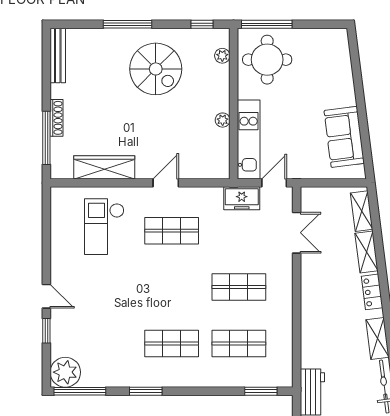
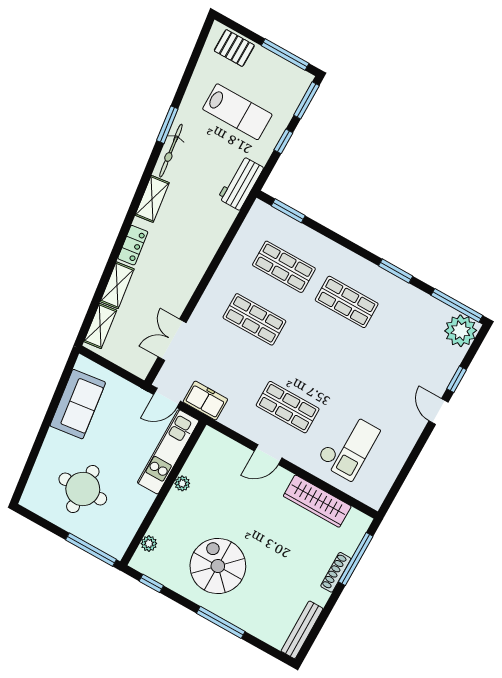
round table: (267, 60) -> (83, 489), moved

